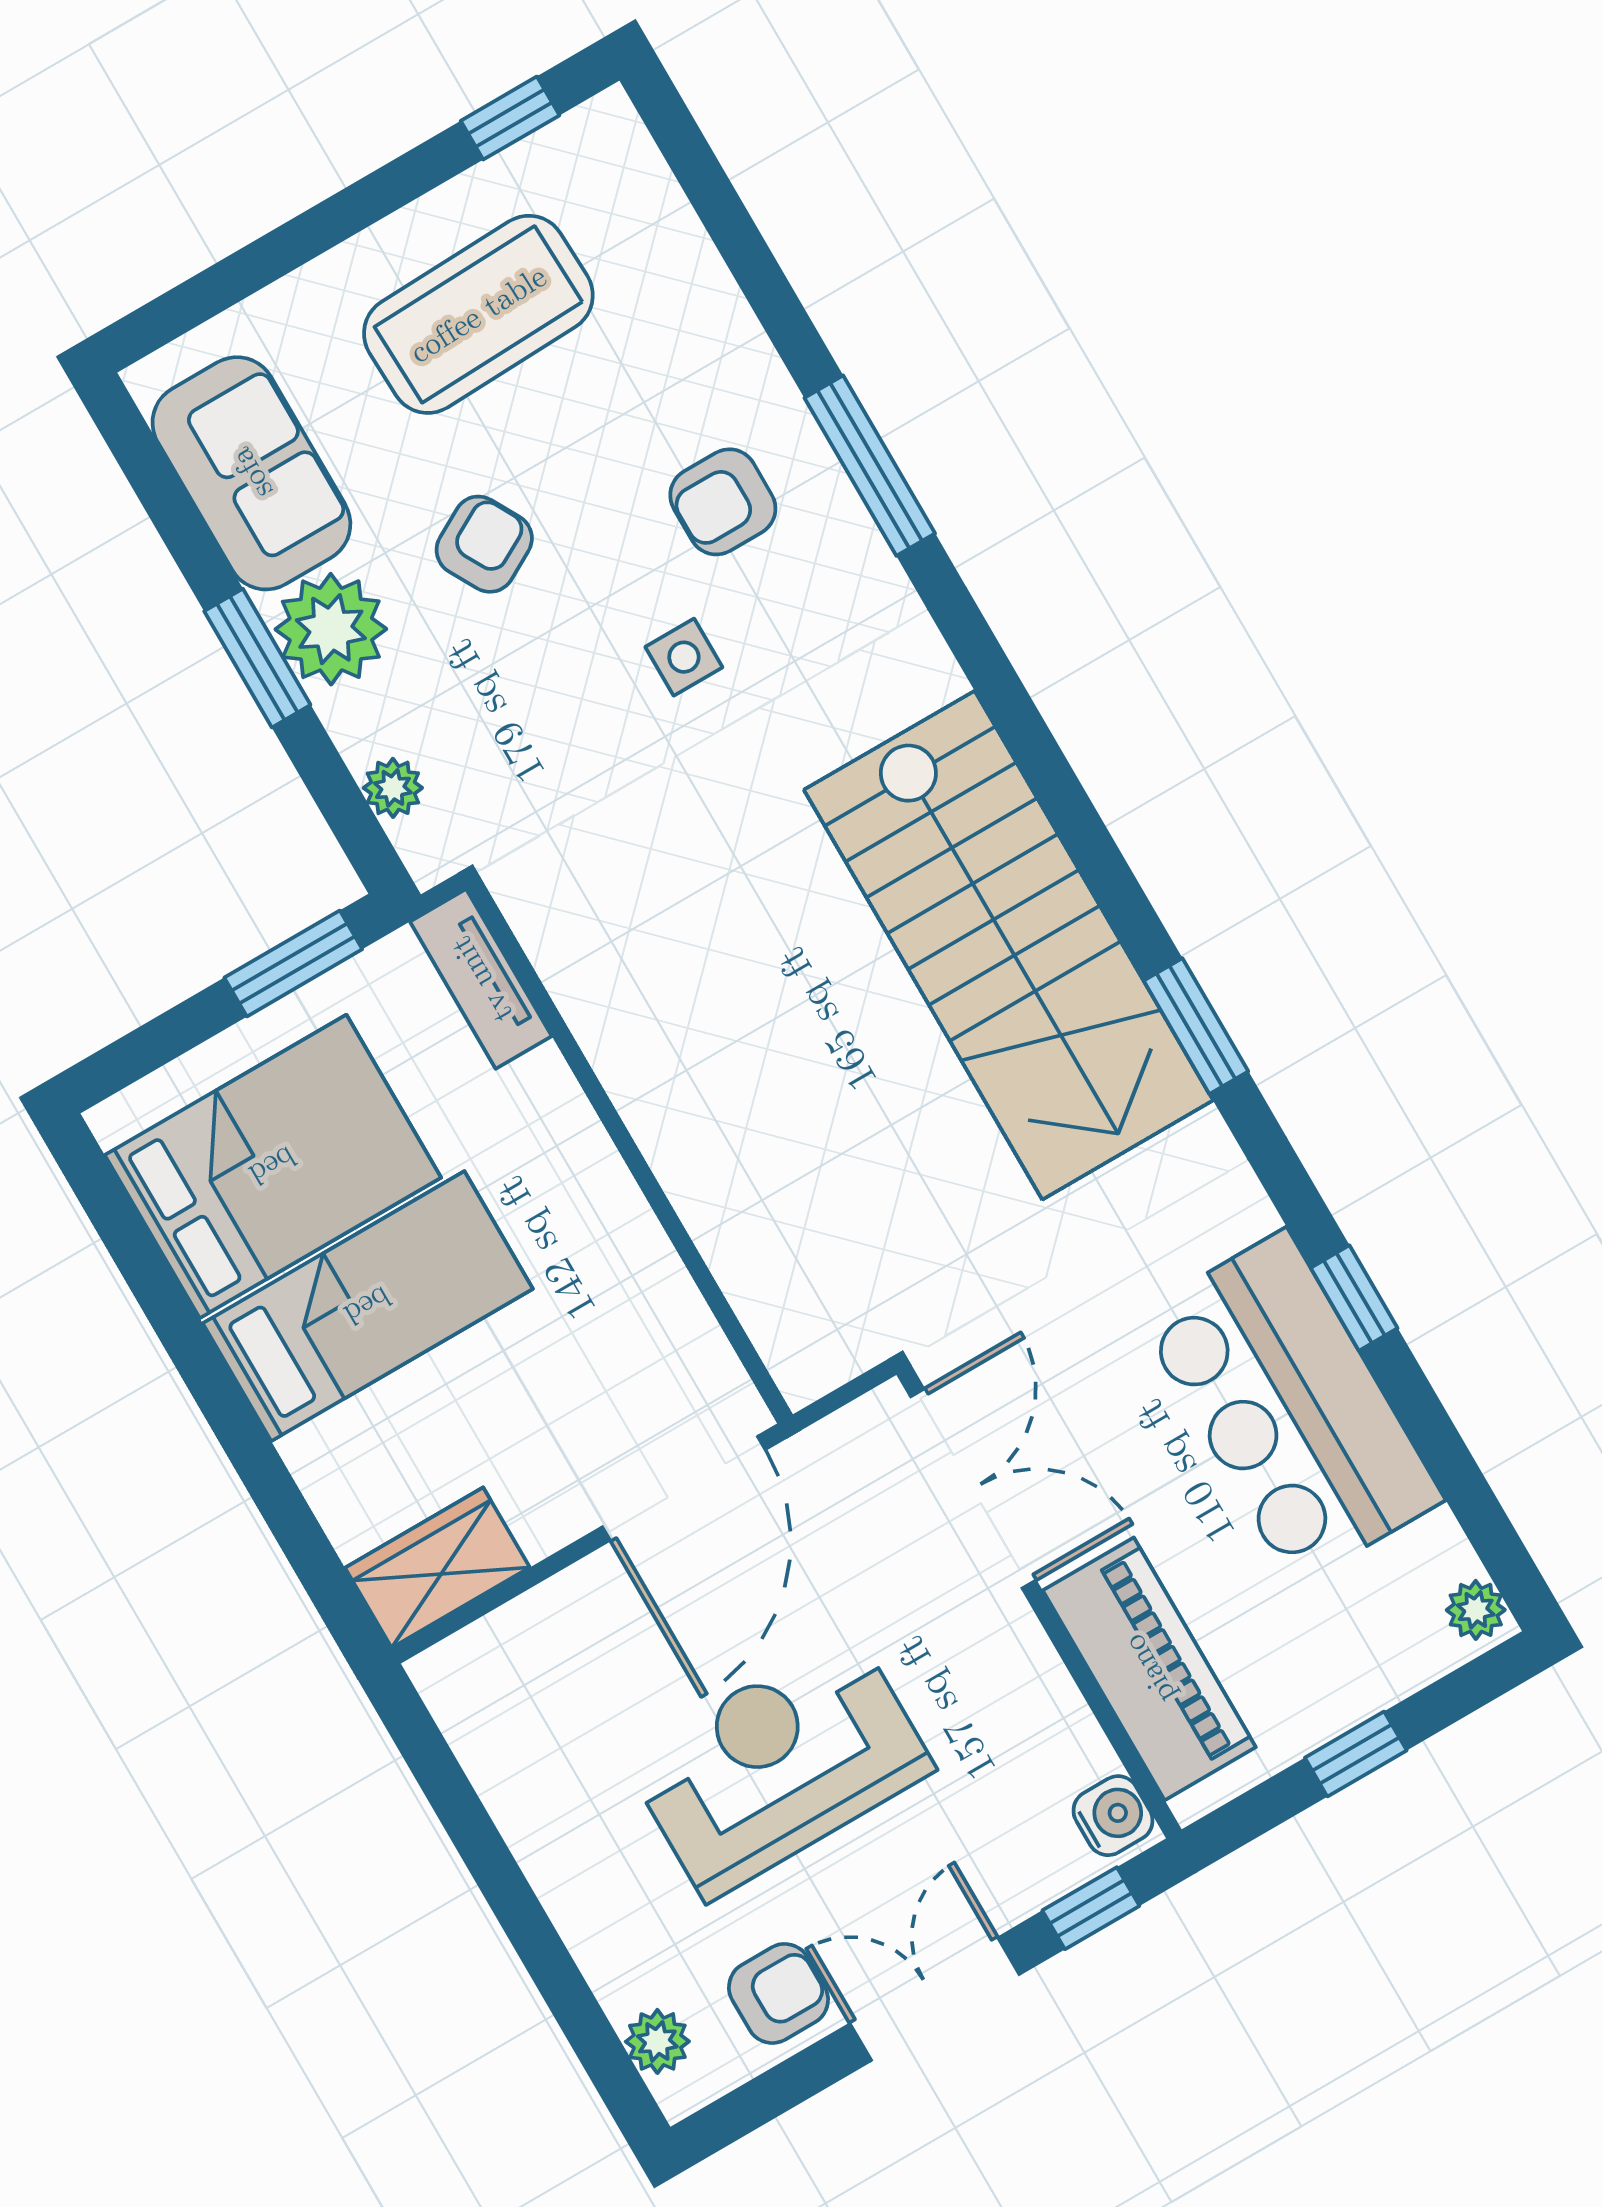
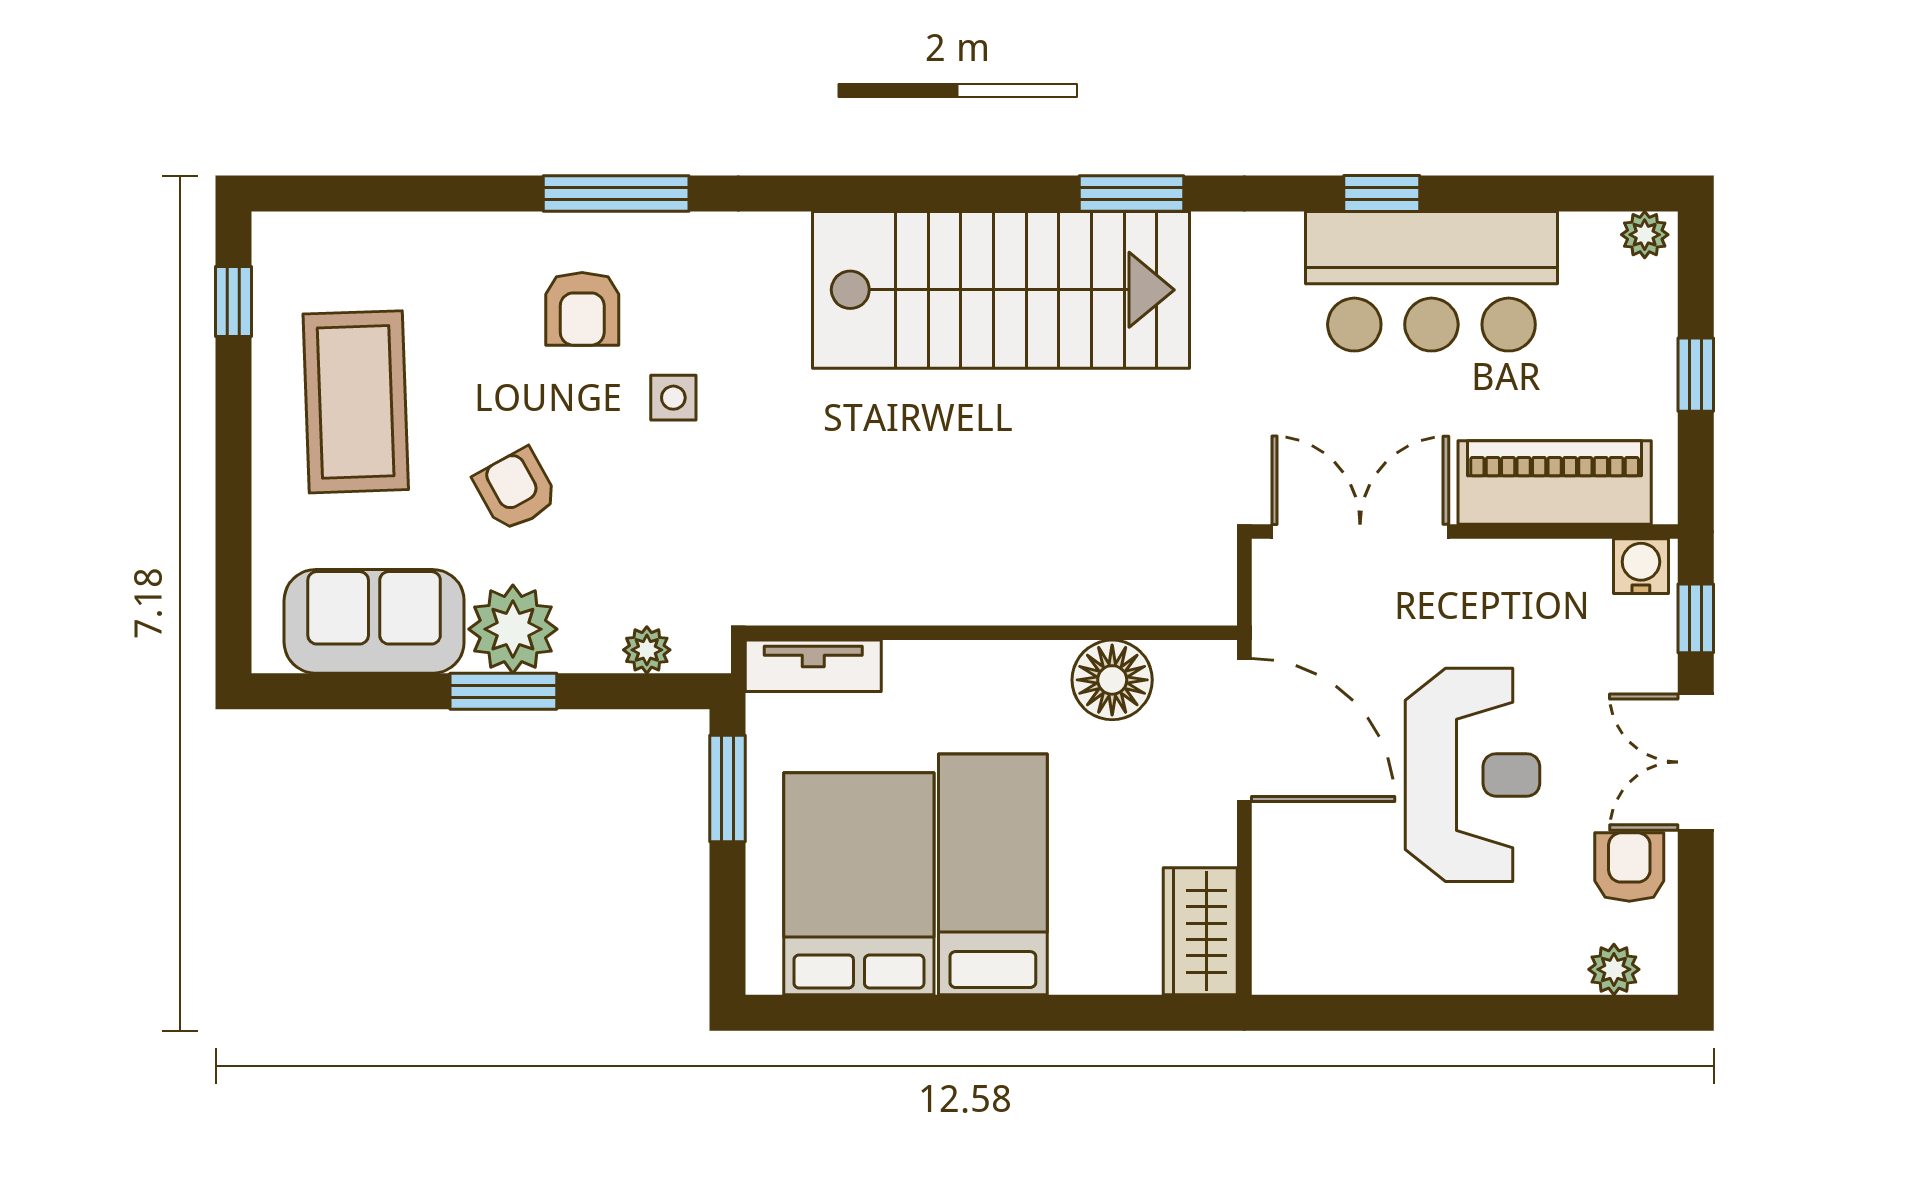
floor lamp: (655, 1313) -> (1112, 680), added
reception desk: (779, 1765) -> (1472, 775), turned 180

